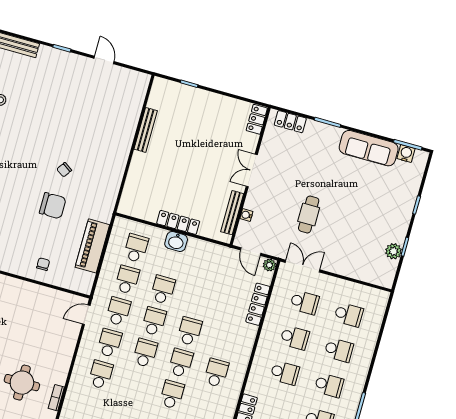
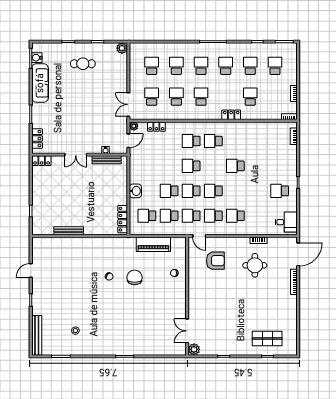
cafe table: (309, 215) -> (83, 64), moved
locker: (178, 222) -> (123, 219), moved
plant: (394, 251) -> (122, 48), moved
locker: (258, 304) -> (156, 127), width x0.66
armchair: (44, 328) -> (215, 261), added
school desk: (181, 363) -> (191, 141), moved

